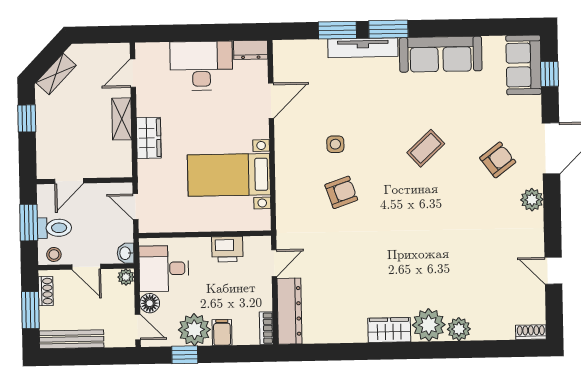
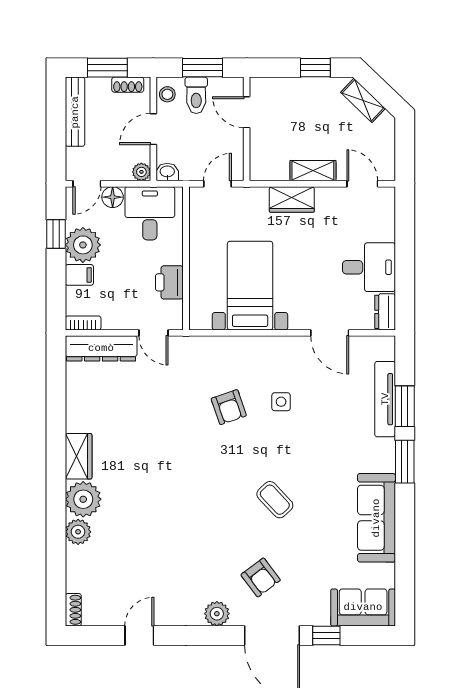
tv unit: (363, 48) -> (385, 399), moved
desk: (201, 66) -> (369, 267), width x0.73
window: (550, 74) -> (326, 635), moved

